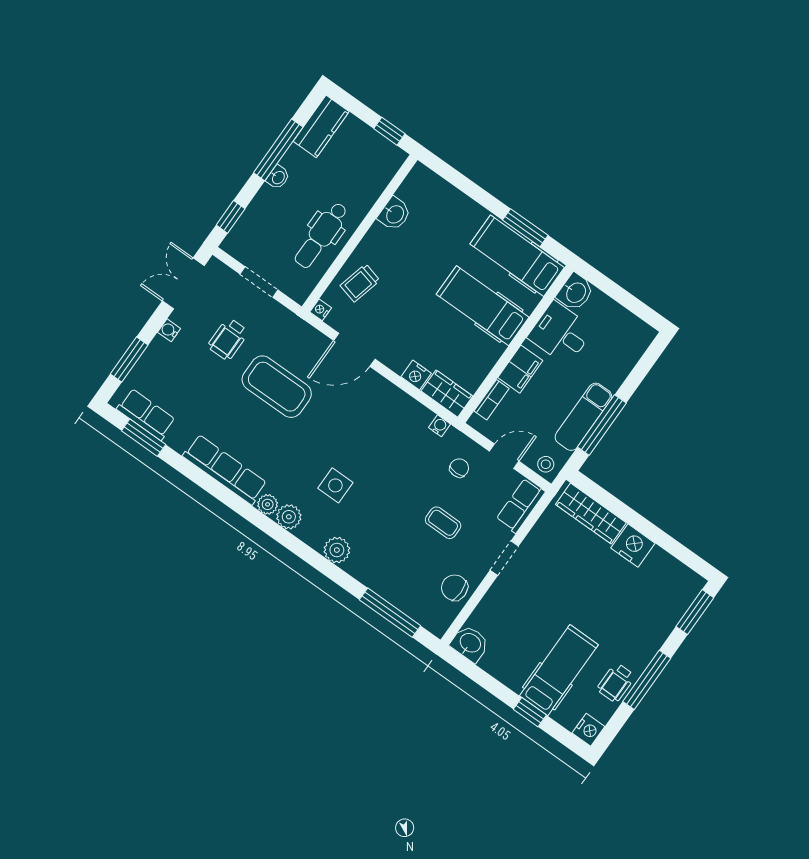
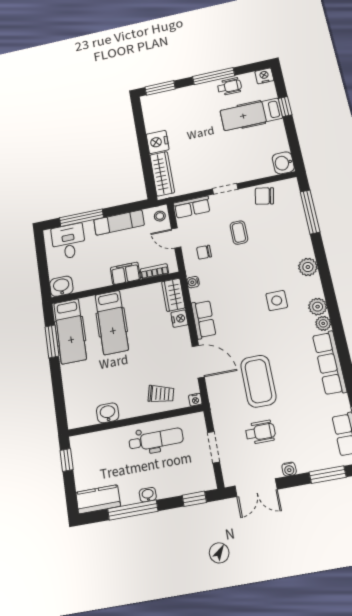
desk: (561, 333) -> (68, 241), moved, turned 180
row of seats: (391, 397) -> (204, 319), added
window: (602, 425) -> (81, 218), moved
chair: (454, 588) -> (264, 196), turned 101

